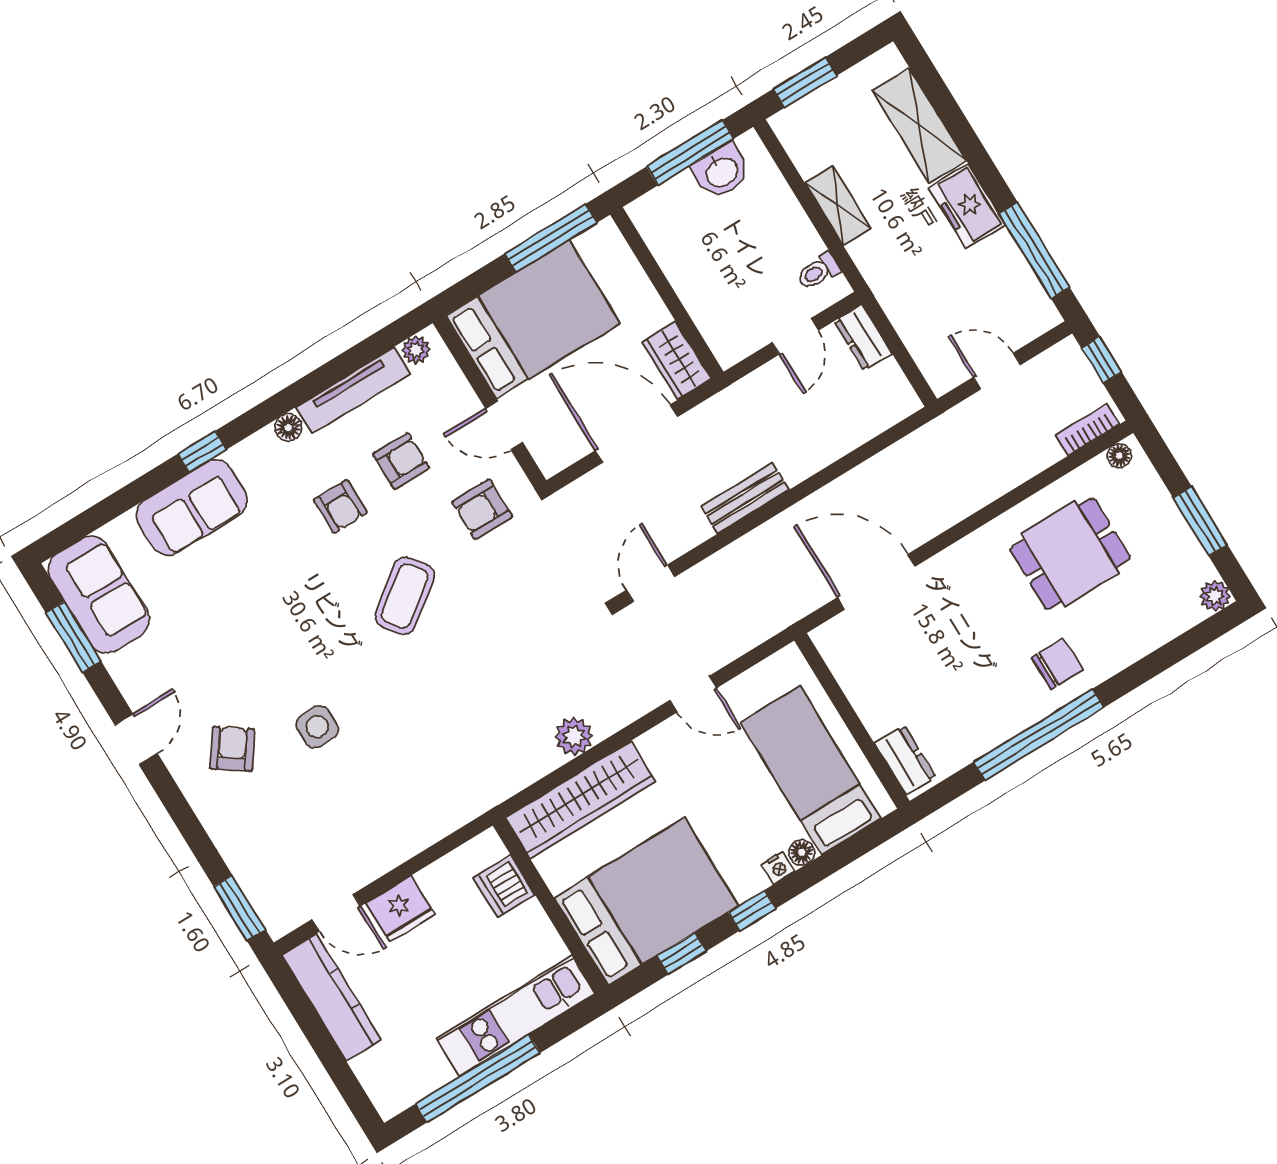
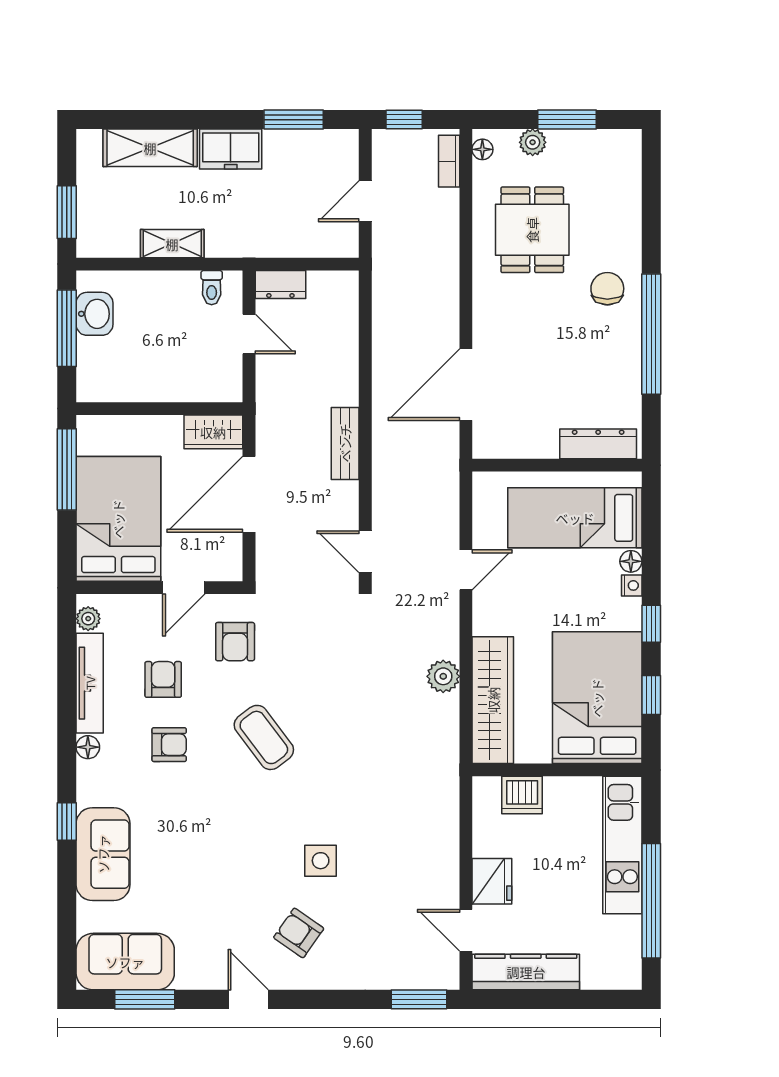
window: (1034, 250) -> (294, 120), width x0.69
plant: (1215, 596) -> (533, 142), moved
dresser: (905, 760) -> (598, 444), width x1.44
door: (336, 913) -> (466, 930), swing flipped

